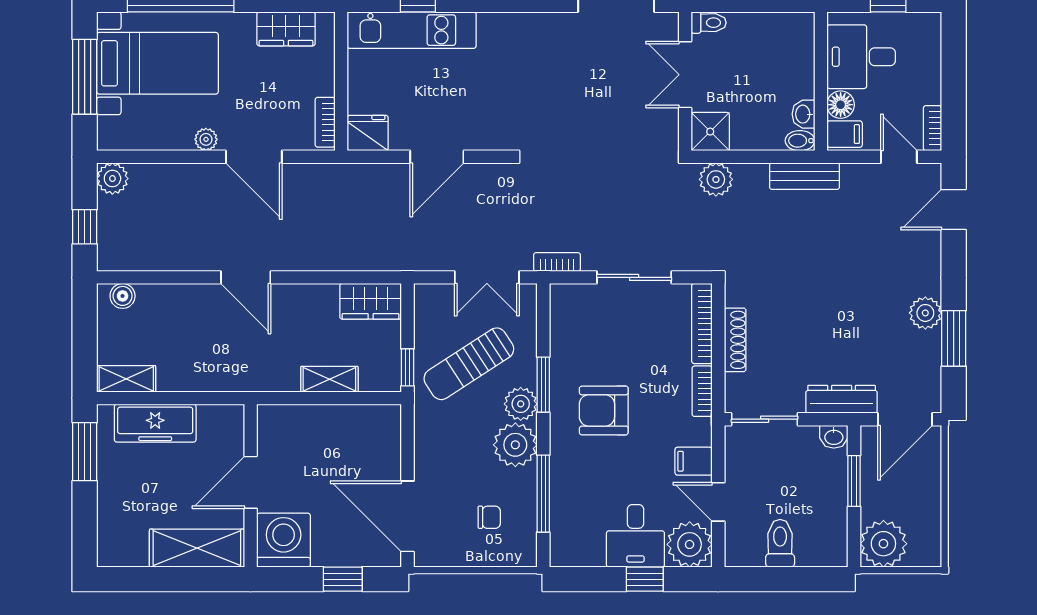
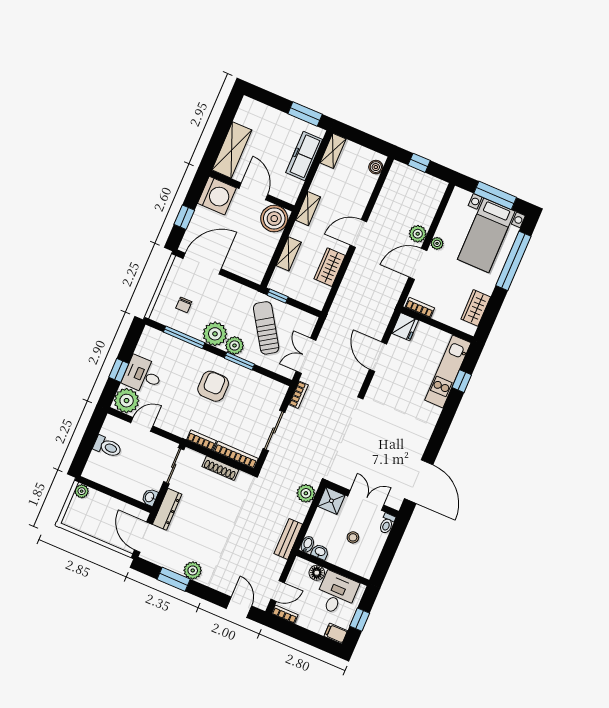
stool: (756, 70) -> (353, 537), added
filing cabinet: (845, 134) -> (336, 633), moved, turned 90
plant: (112, 179) -> (418, 234), moved
wardrobe: (371, 301) -> (330, 267), moved
shelving: (240, 379) -> (308, 209), added
boiler: (281, 428) -> (274, 219), added
filing cabinet: (694, 461) -> (168, 421), removed
window: (854, 481) -> (123, 498), removed
plant: (883, 544) -> (82, 491), width x0.53, depth x0.53

